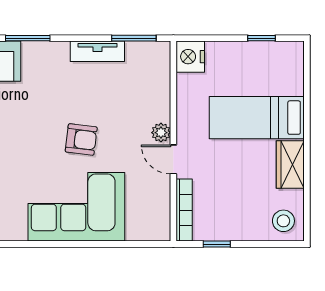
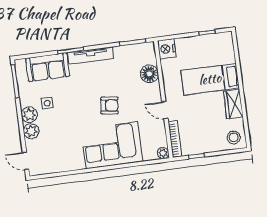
tv unit: (97, 51) -> (91, 56), moved, width x1.41
floor lamp: (155, 95) -> (149, 74), added
plant: (161, 133) -> (163, 153), moved

